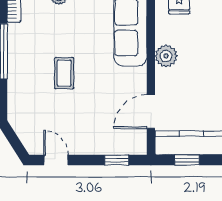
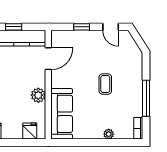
window: (117, 160) -> (82, 27), moved
window: (187, 160) -> (14, 27), moved

